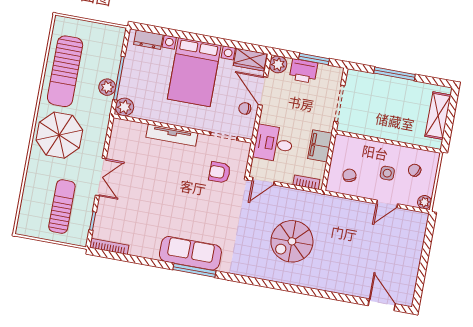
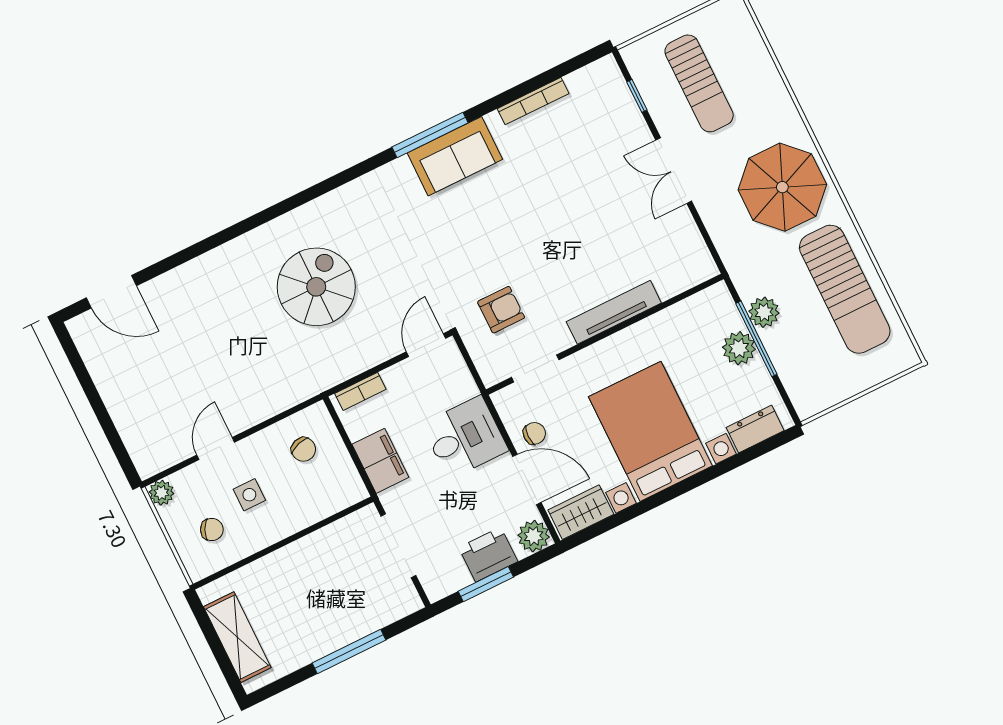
sun lounger: (65, 71) -> (845, 289), turned 180
plant: (124, 107) -> (739, 348), moved
desk: (273, 144) -> (465, 437), moved
bookcase: (109, 246) -> (533, 101), moved
sofa: (190, 253) -> (455, 156), width x0.73

